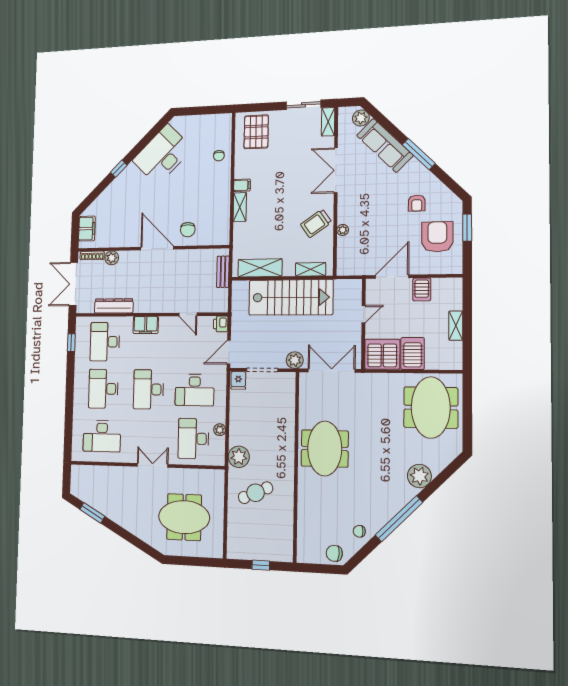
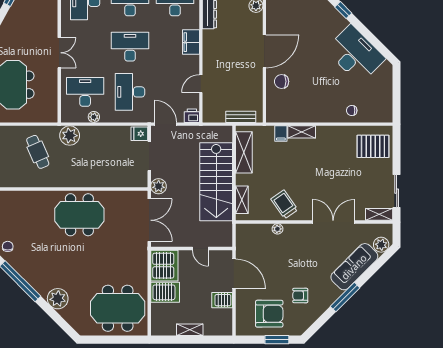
filing cabinet: (242, 185) -> (281, 134), moved

